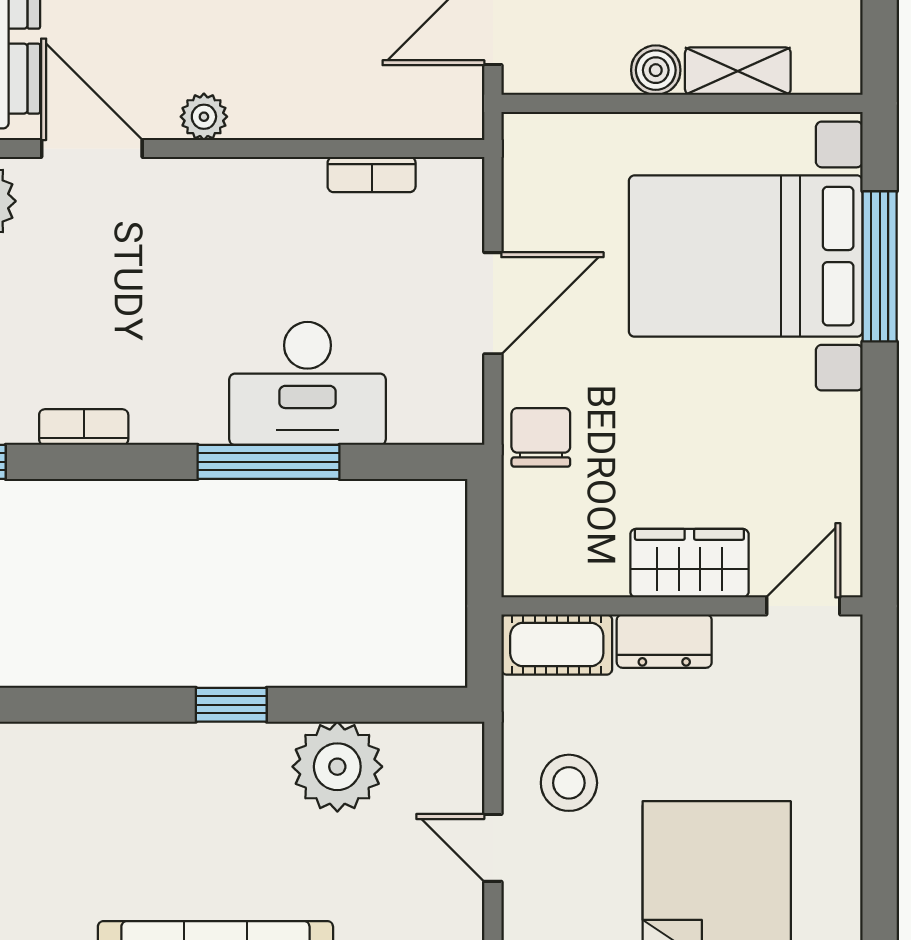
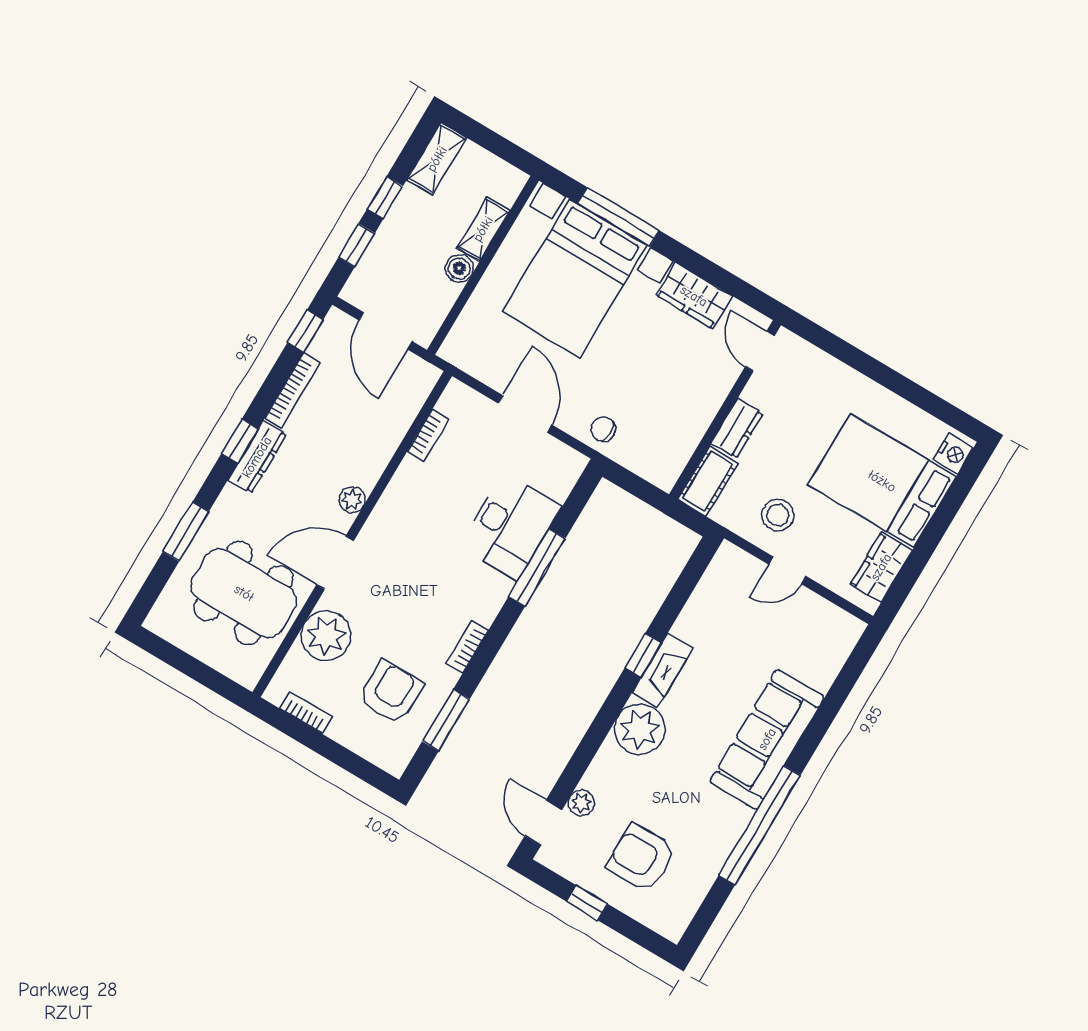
chair: (541, 437) -> (603, 429), width x0.73, depth x0.73
wardrobe: (689, 563) -> (694, 296), moved, turned -90
fireplace: (226, 748) -> (663, 670), added
plant: (337, 767) -> (640, 729), moved

